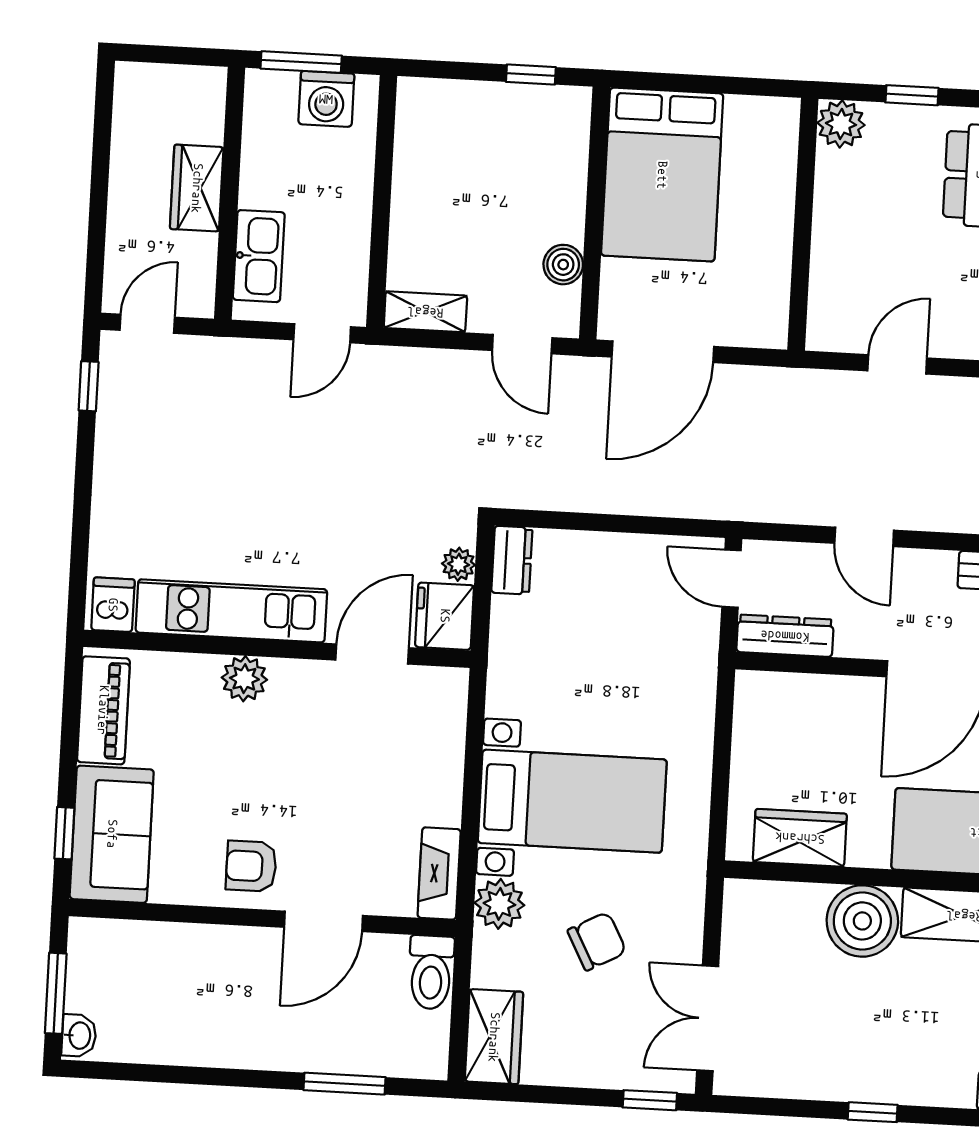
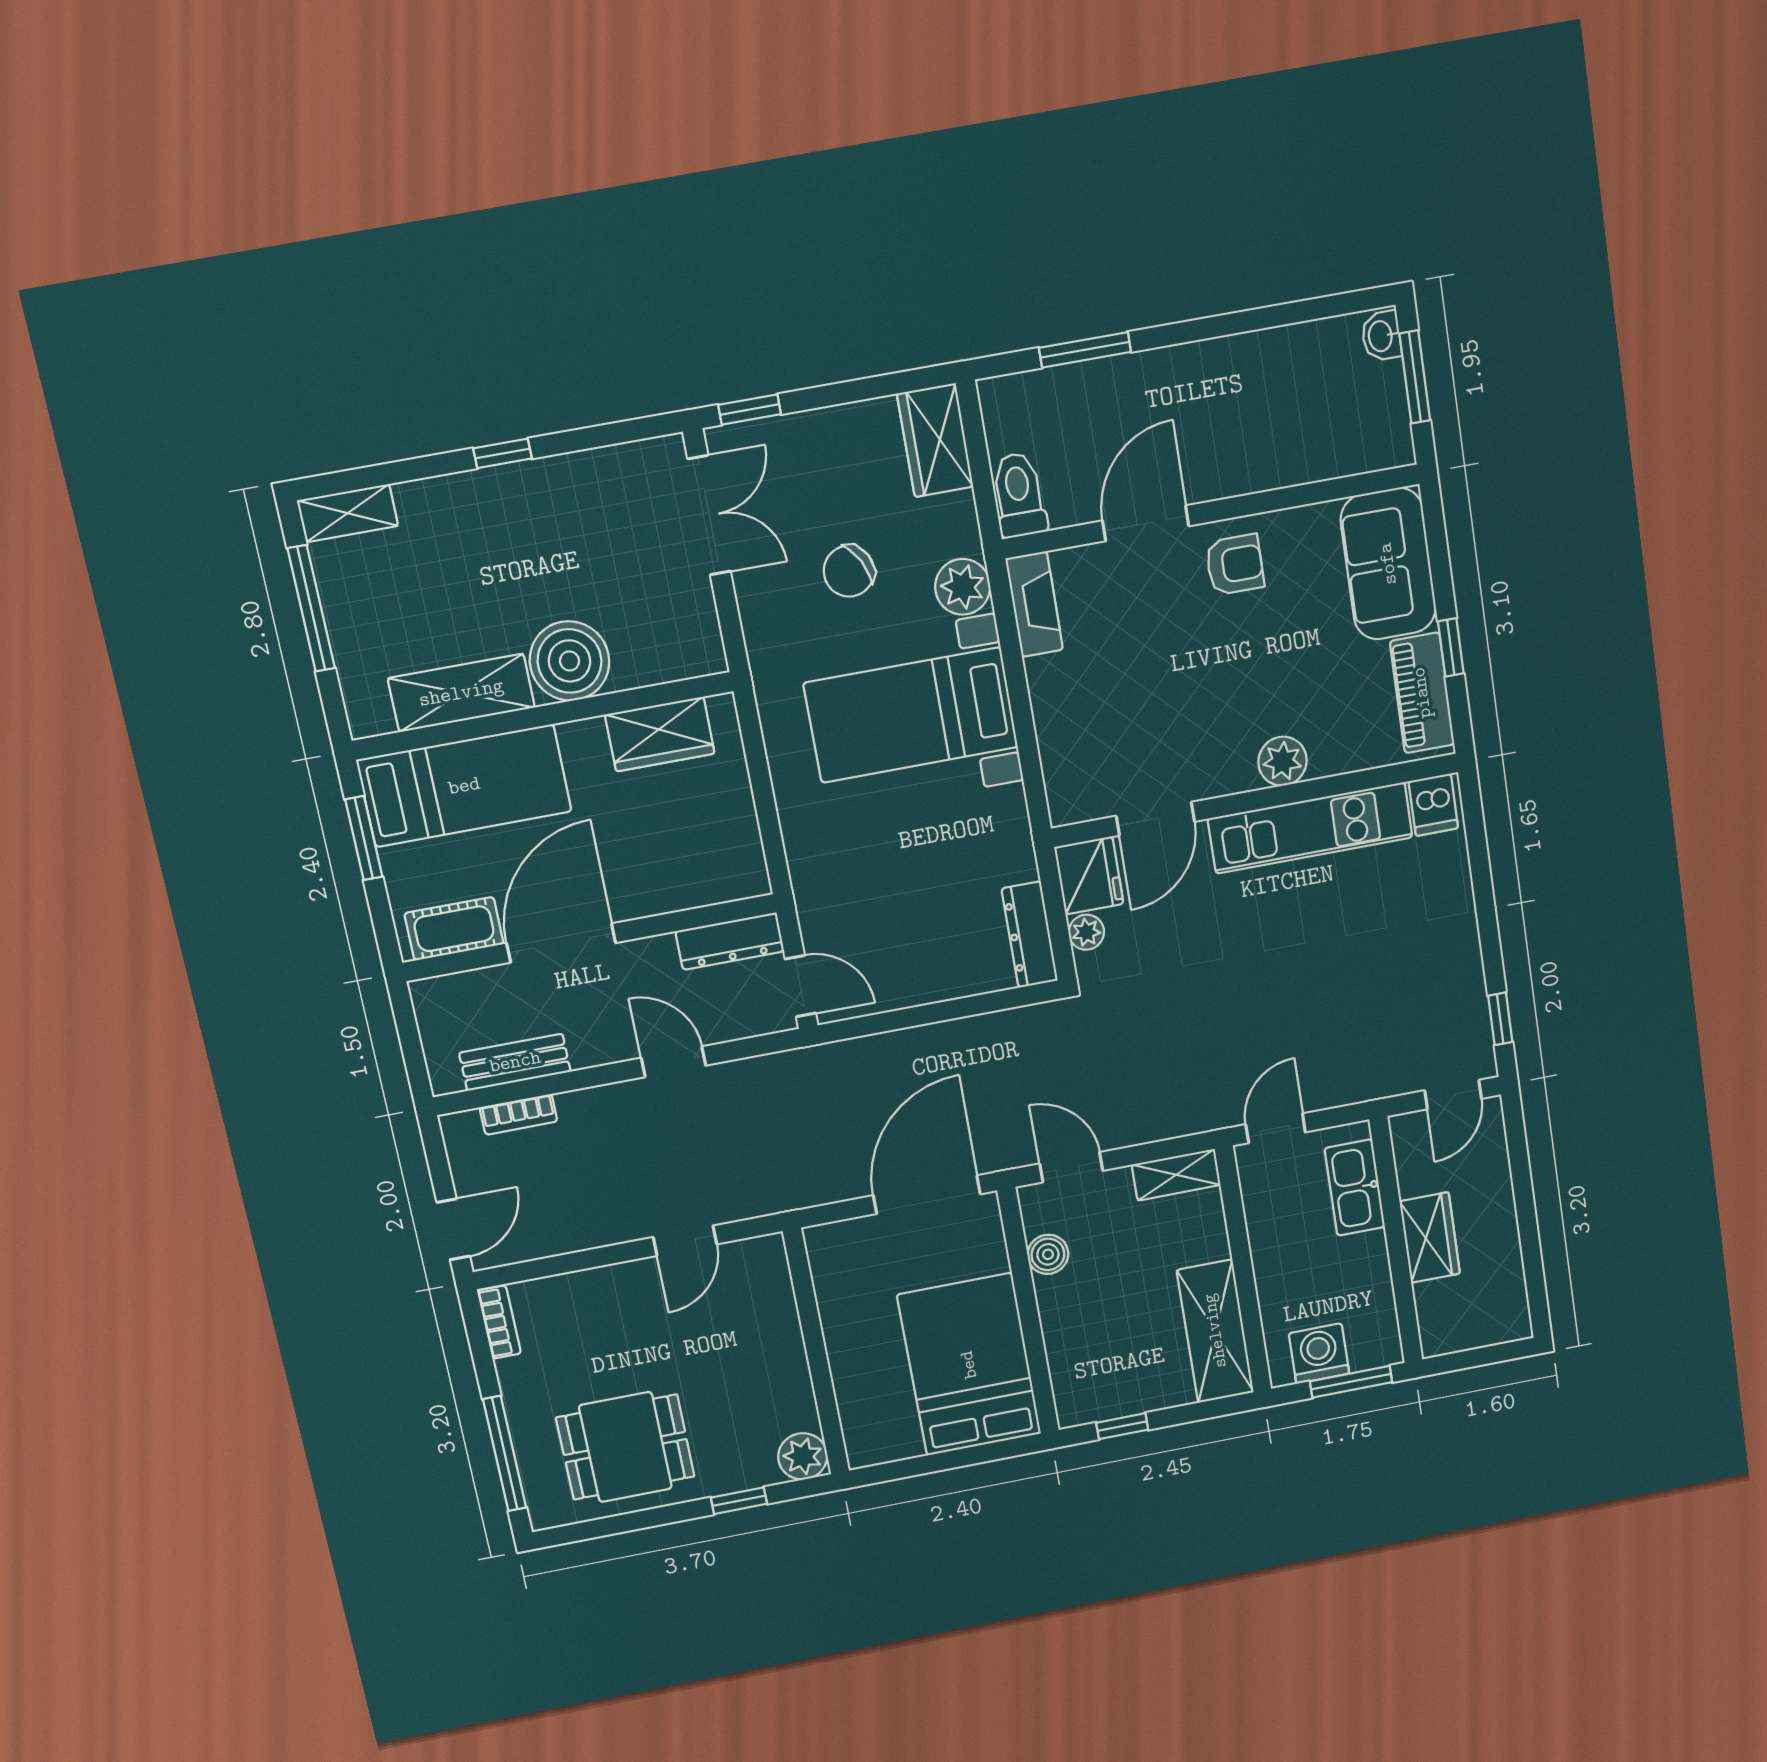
shelving: (421, 147) -> (1215, 1331), added
dresser: (512, 560) -> (1030, 935), width x1.44
window: (64, 833) -> (1451, 647), moved

